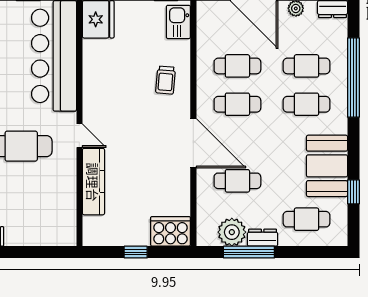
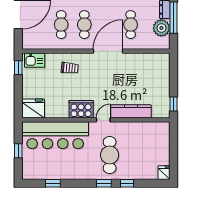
cooker: (170, 231) -> (81, 109), moved, turned 90
window: (136, 252) -> (173, 104), moved

